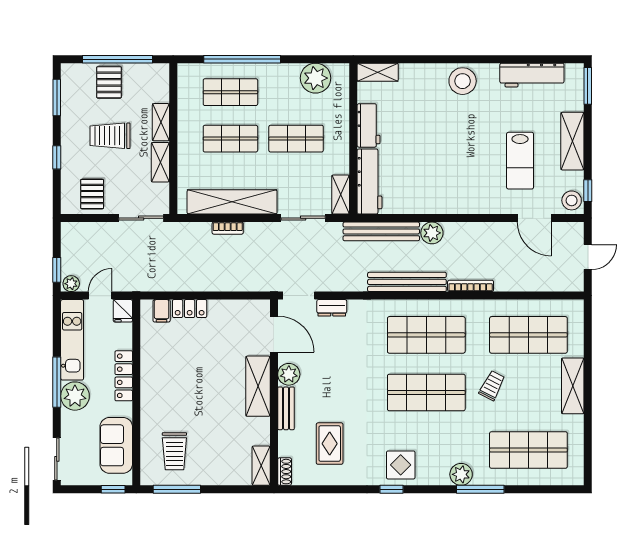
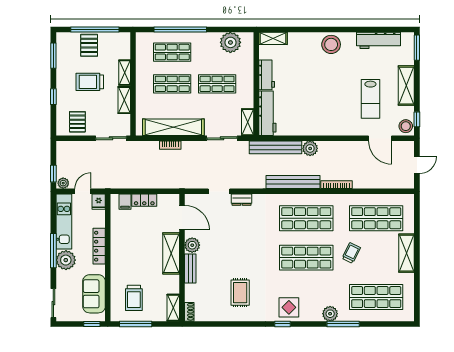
door: (274, 334) -> (182, 218), moved
plant: (289, 374) -> (192, 245), moved
shelving: (258, 386) -> (171, 253), moved
wall: (274, 392) -> (182, 258), moved
bench: (286, 408) -> (190, 269), moved
shelving: (261, 466) -> (173, 308), moved
shoe rack: (285, 472) -> (189, 312), moved

